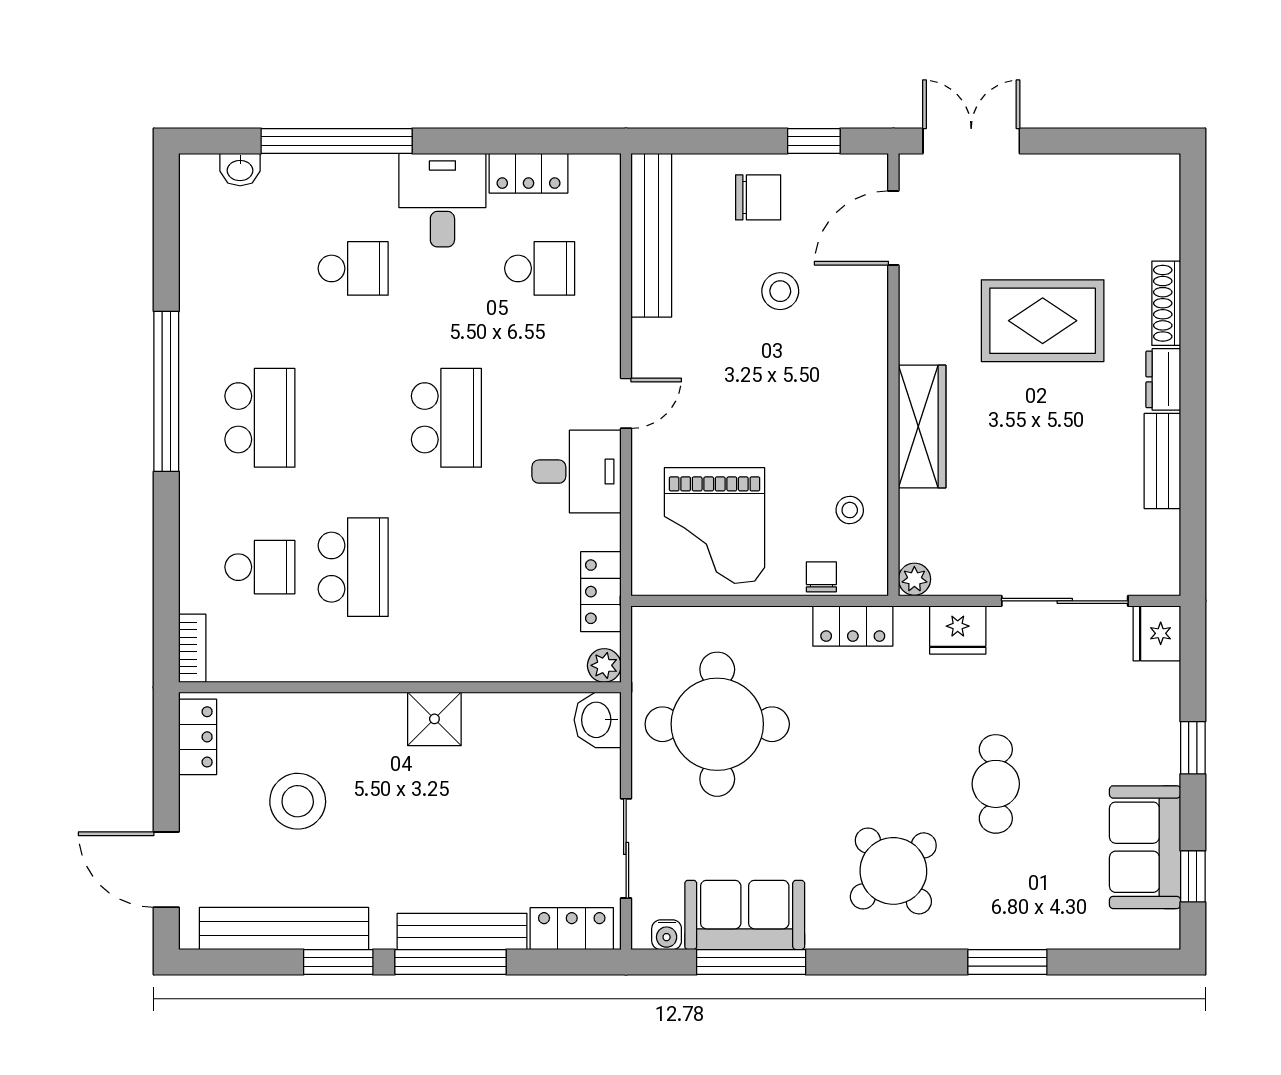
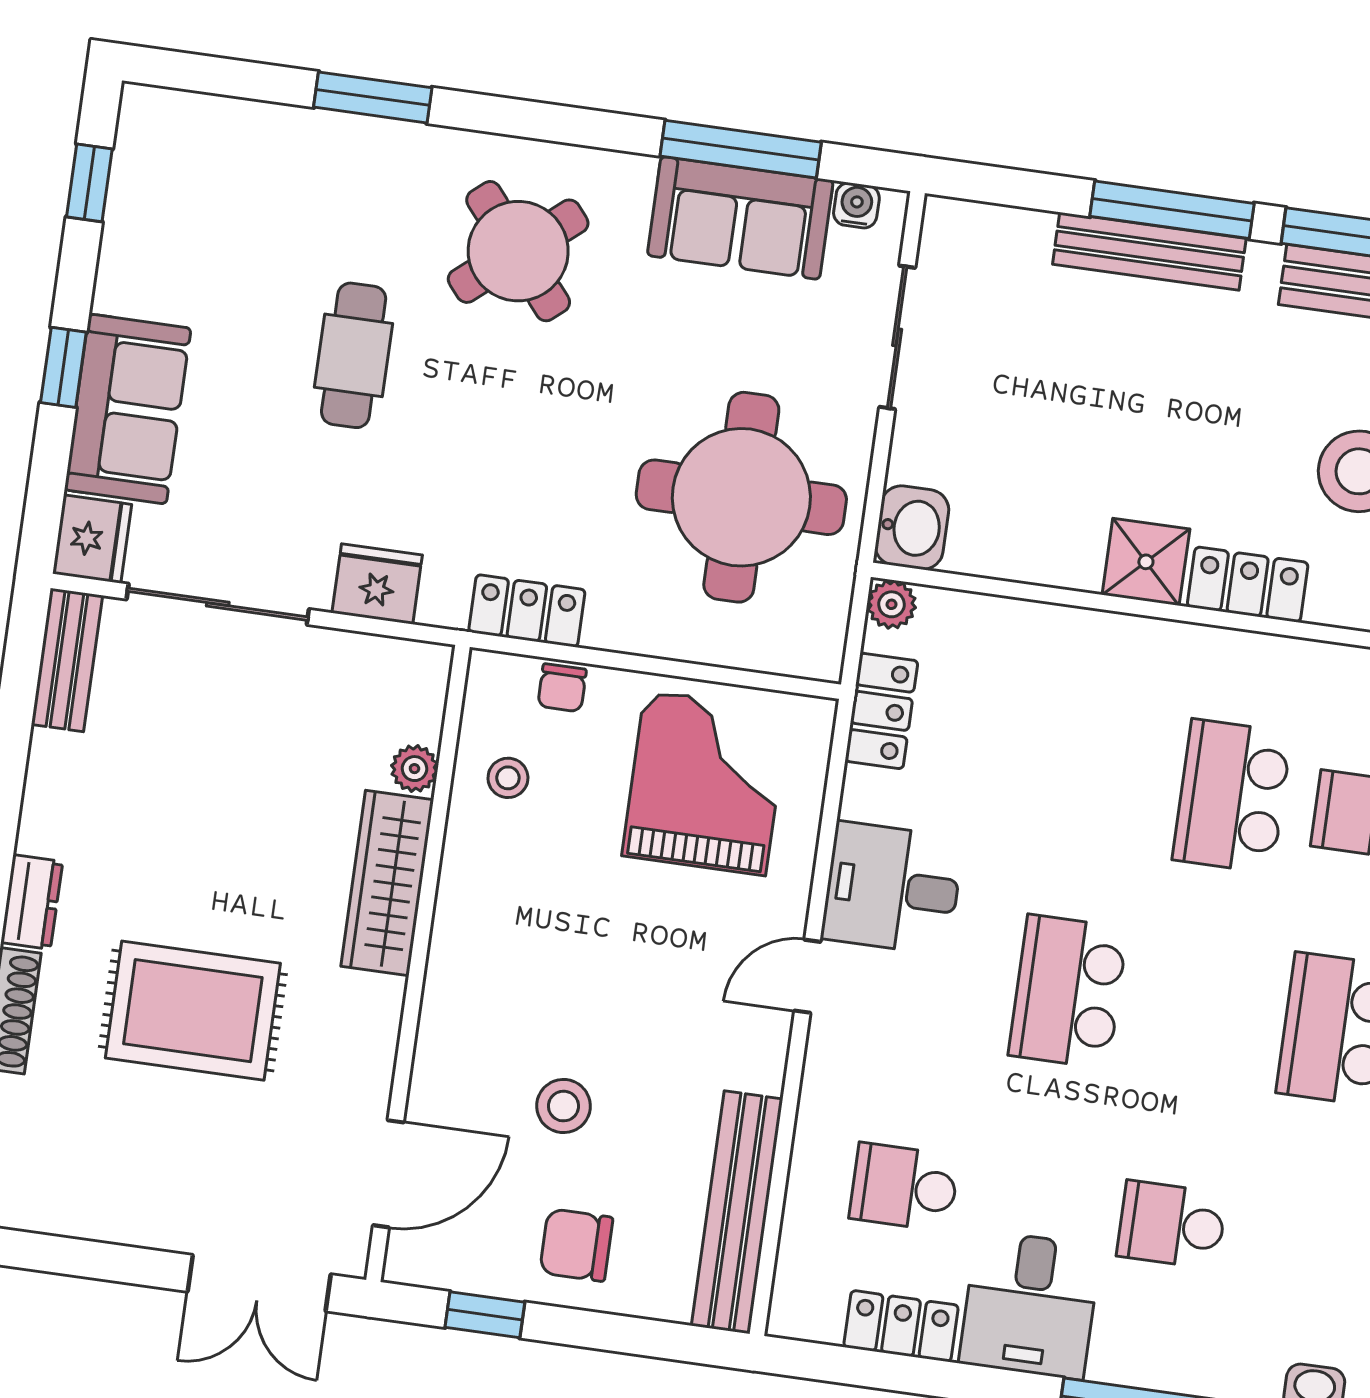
bench: (1162, 461) -> (67, 660), moved
plant: (914, 579) -> (415, 769), moved
sofa: (1145, 847) -> (128, 409), moved
locker: (572, 929) -> (1248, 585), moved, turned 180

